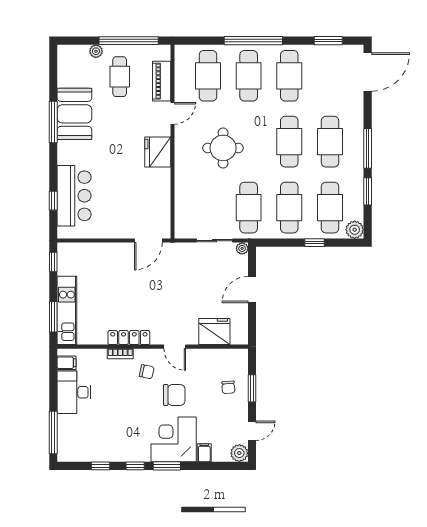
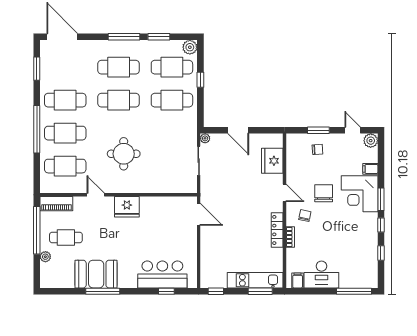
piano: (162, 81) -> (56, 204), moved
cafe table: (249, 208) -> (172, 133), removed
door: (175, 347) -> (285, 193), hinge flipped

